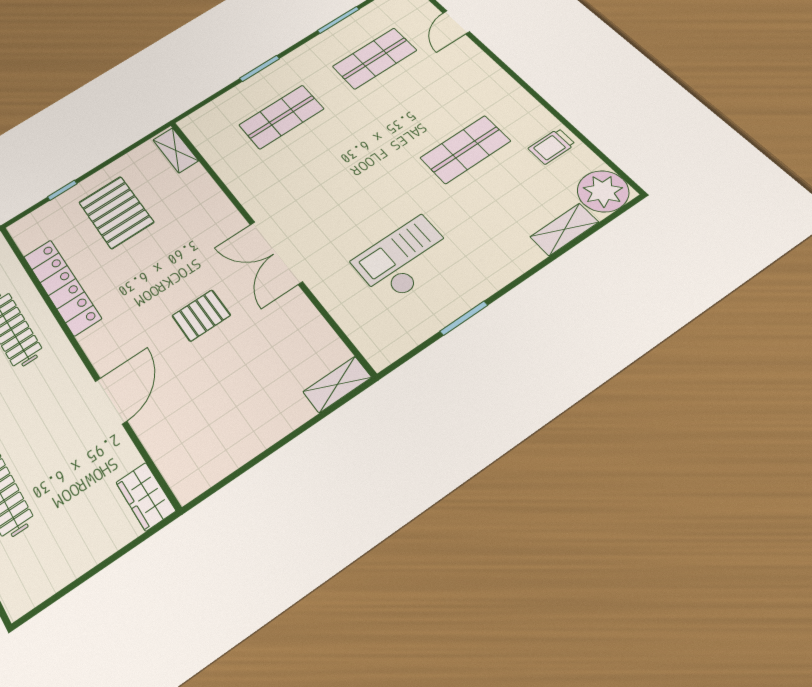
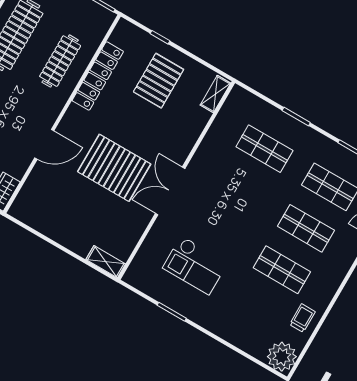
shop shelf: (418, 102) -> (306, 228), added
trolley: (552, 146) -> (302, 318), turned 90
shelving: (564, 229) -> (248, 344), removed
checkout: (405, 259) -> (195, 265), turned 180
pallet: (201, 315) -> (114, 168), width x2.05, depth x2.00

